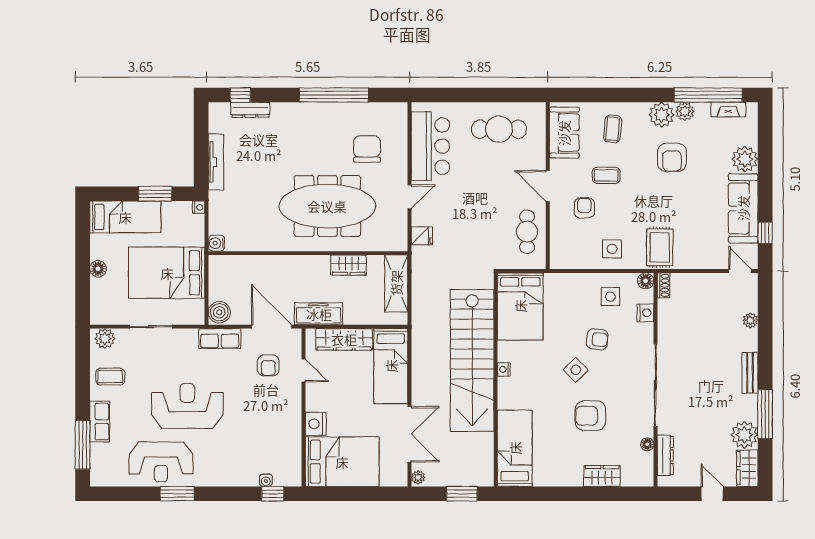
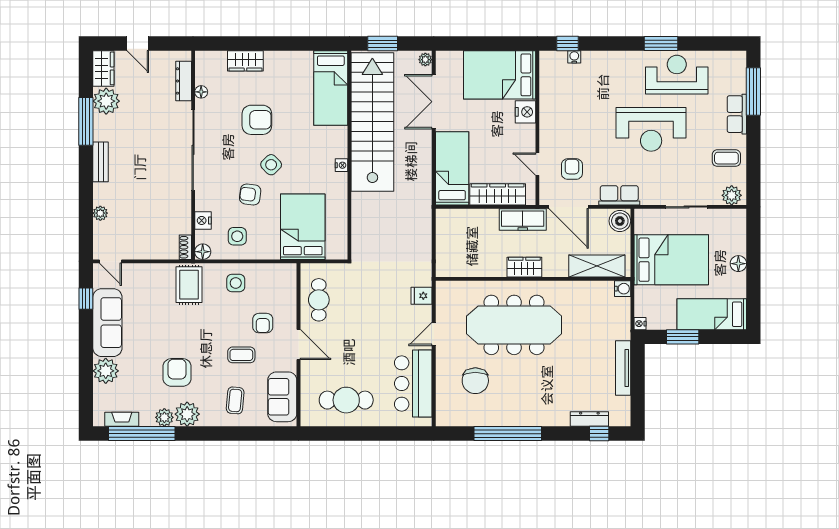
wardrobe: (349, 265) -> (524, 267), moved
shelving: (396, 283) -> (597, 266), moved, turned 90
bed: (520, 306) -> (303, 227), moved
stairs: (472, 360) -> (372, 122), moved

